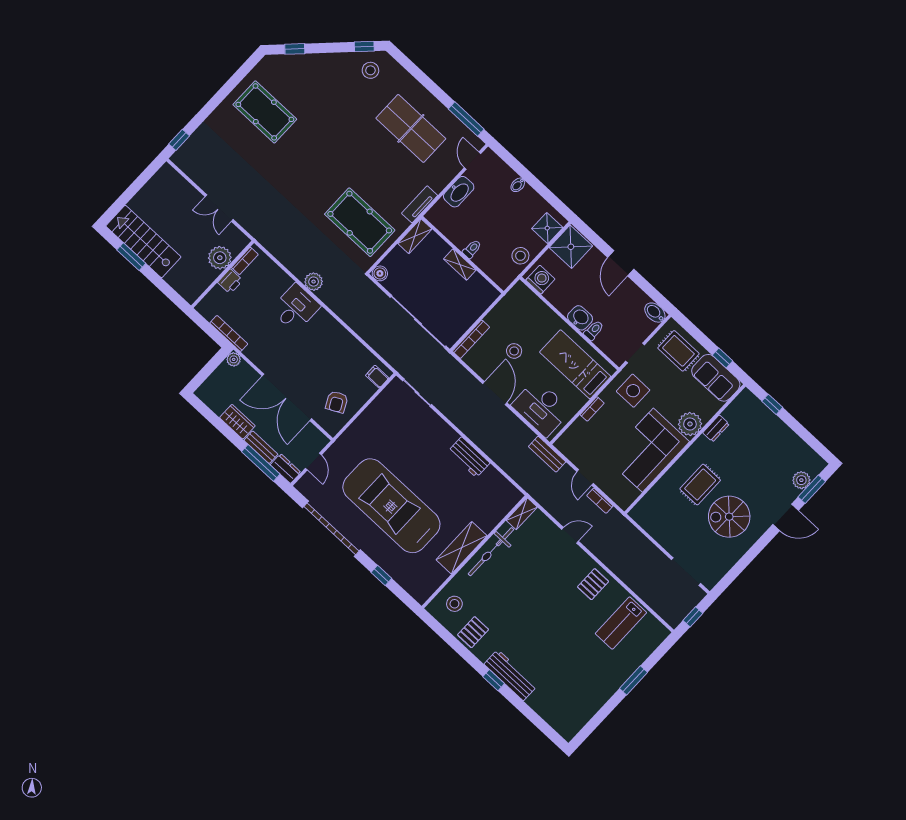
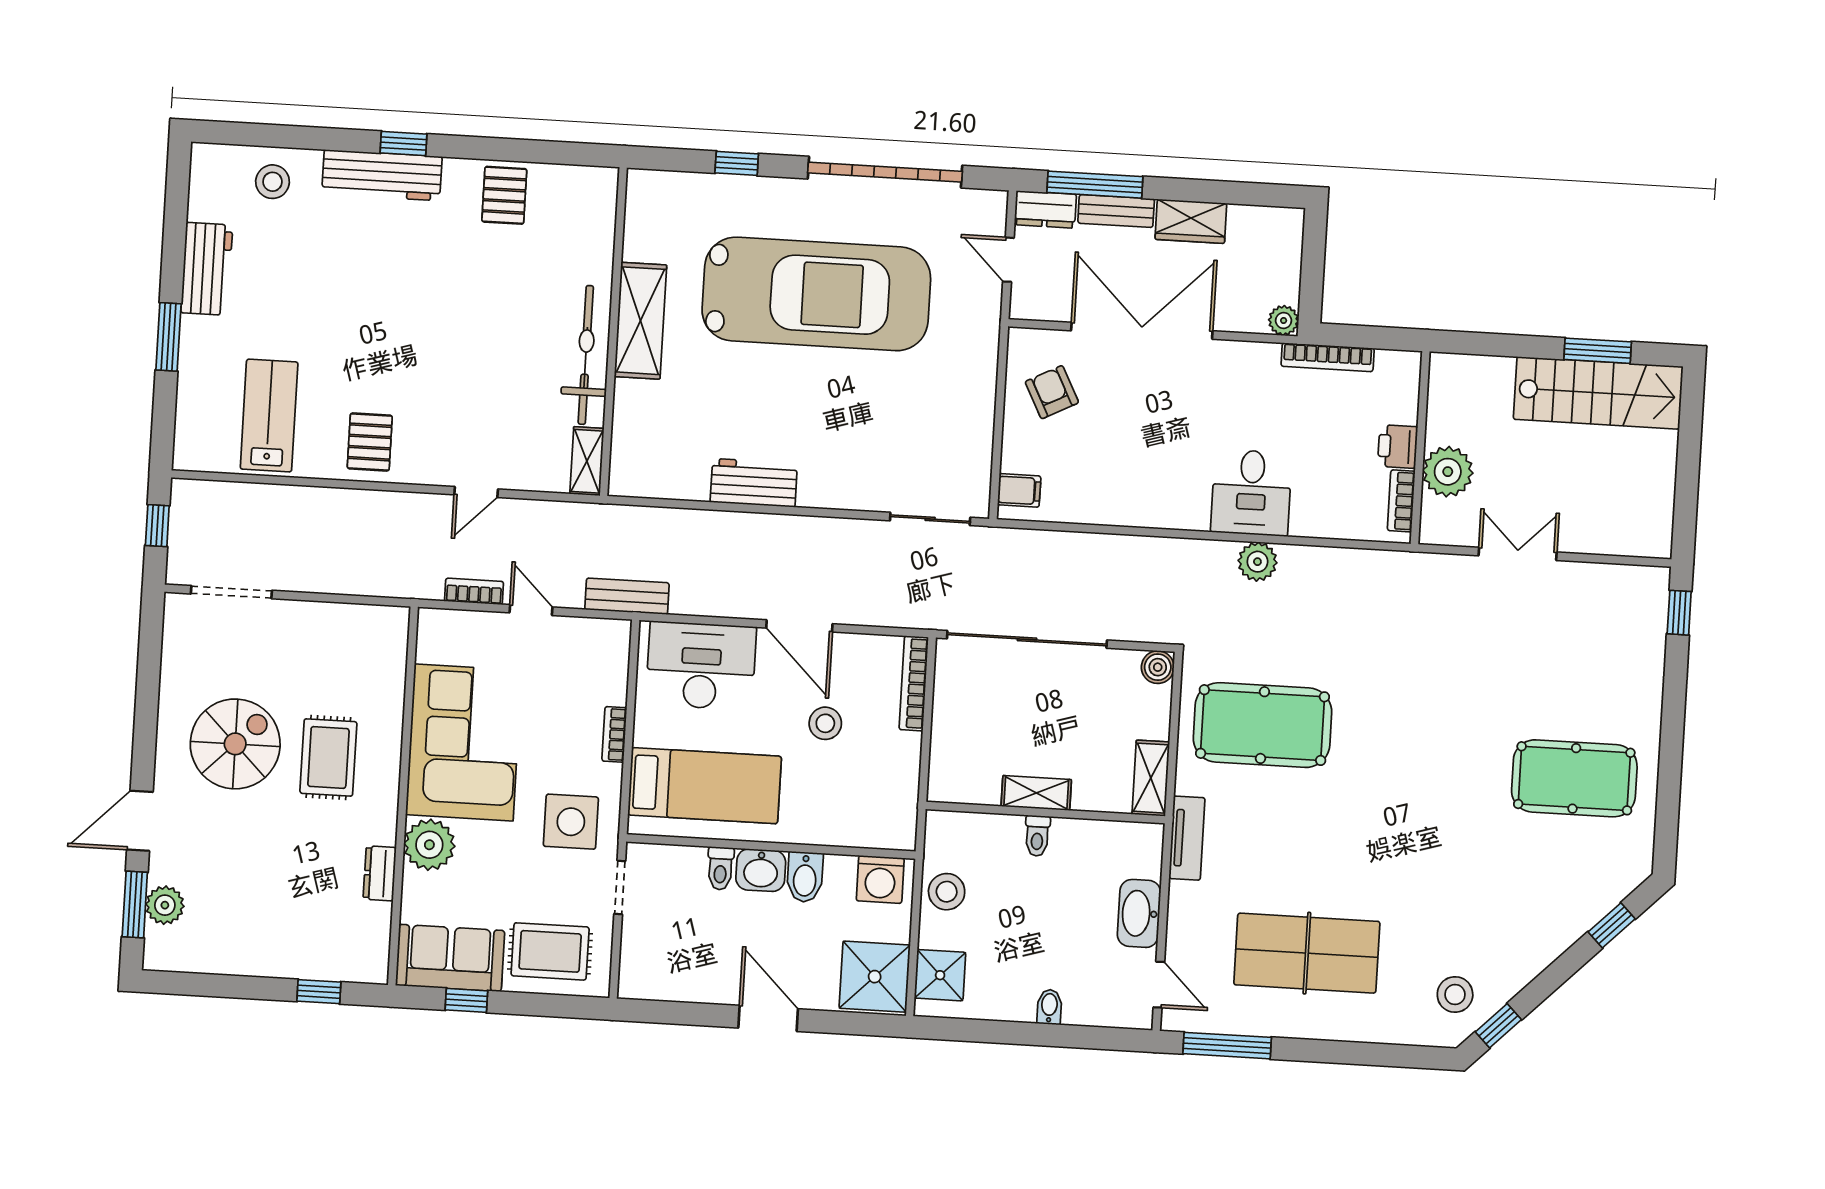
bidet: (655, 313) -> (805, 877), moved, turned 90
stool: (454, 604) -> (272, 182), moved
workbench: (600, 693) -> (207, 269), added

